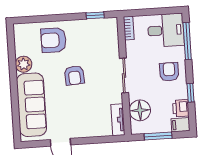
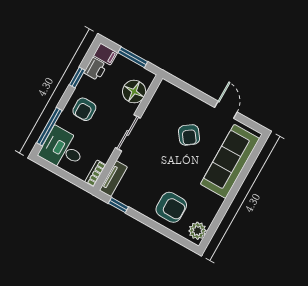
plant: (24, 64) -> (197, 231), moved
armchair: (74, 75) -> (189, 135), moved, turned 148
tv unit: (118, 120) -> (113, 179), moved

